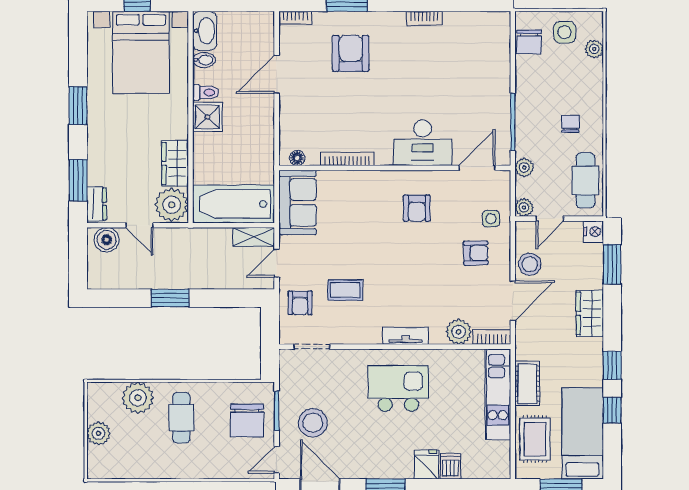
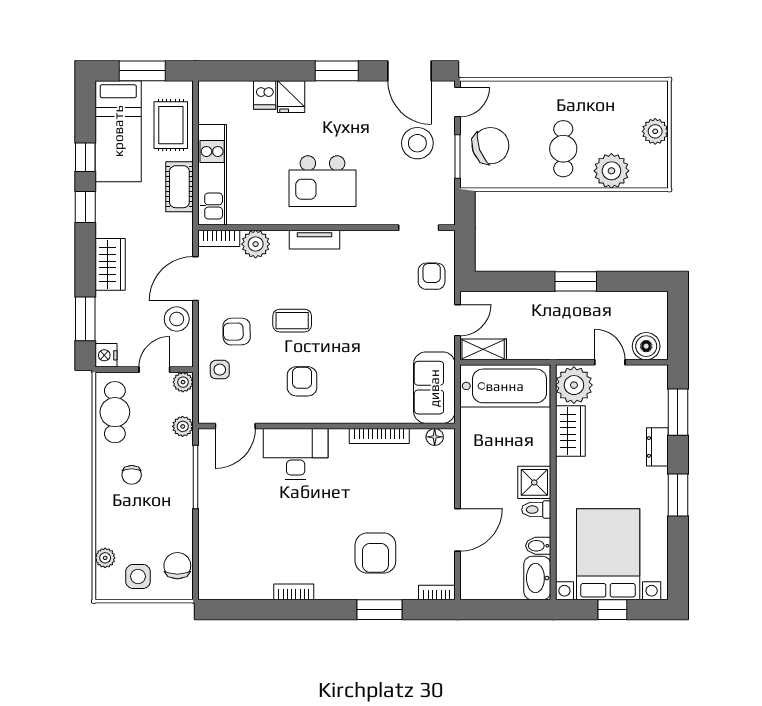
dresser: (97, 204) -> (657, 447), moved
coffee table: (345, 290) -> (292, 321), moved
chair: (247, 421) -> (490, 146), turned 70

